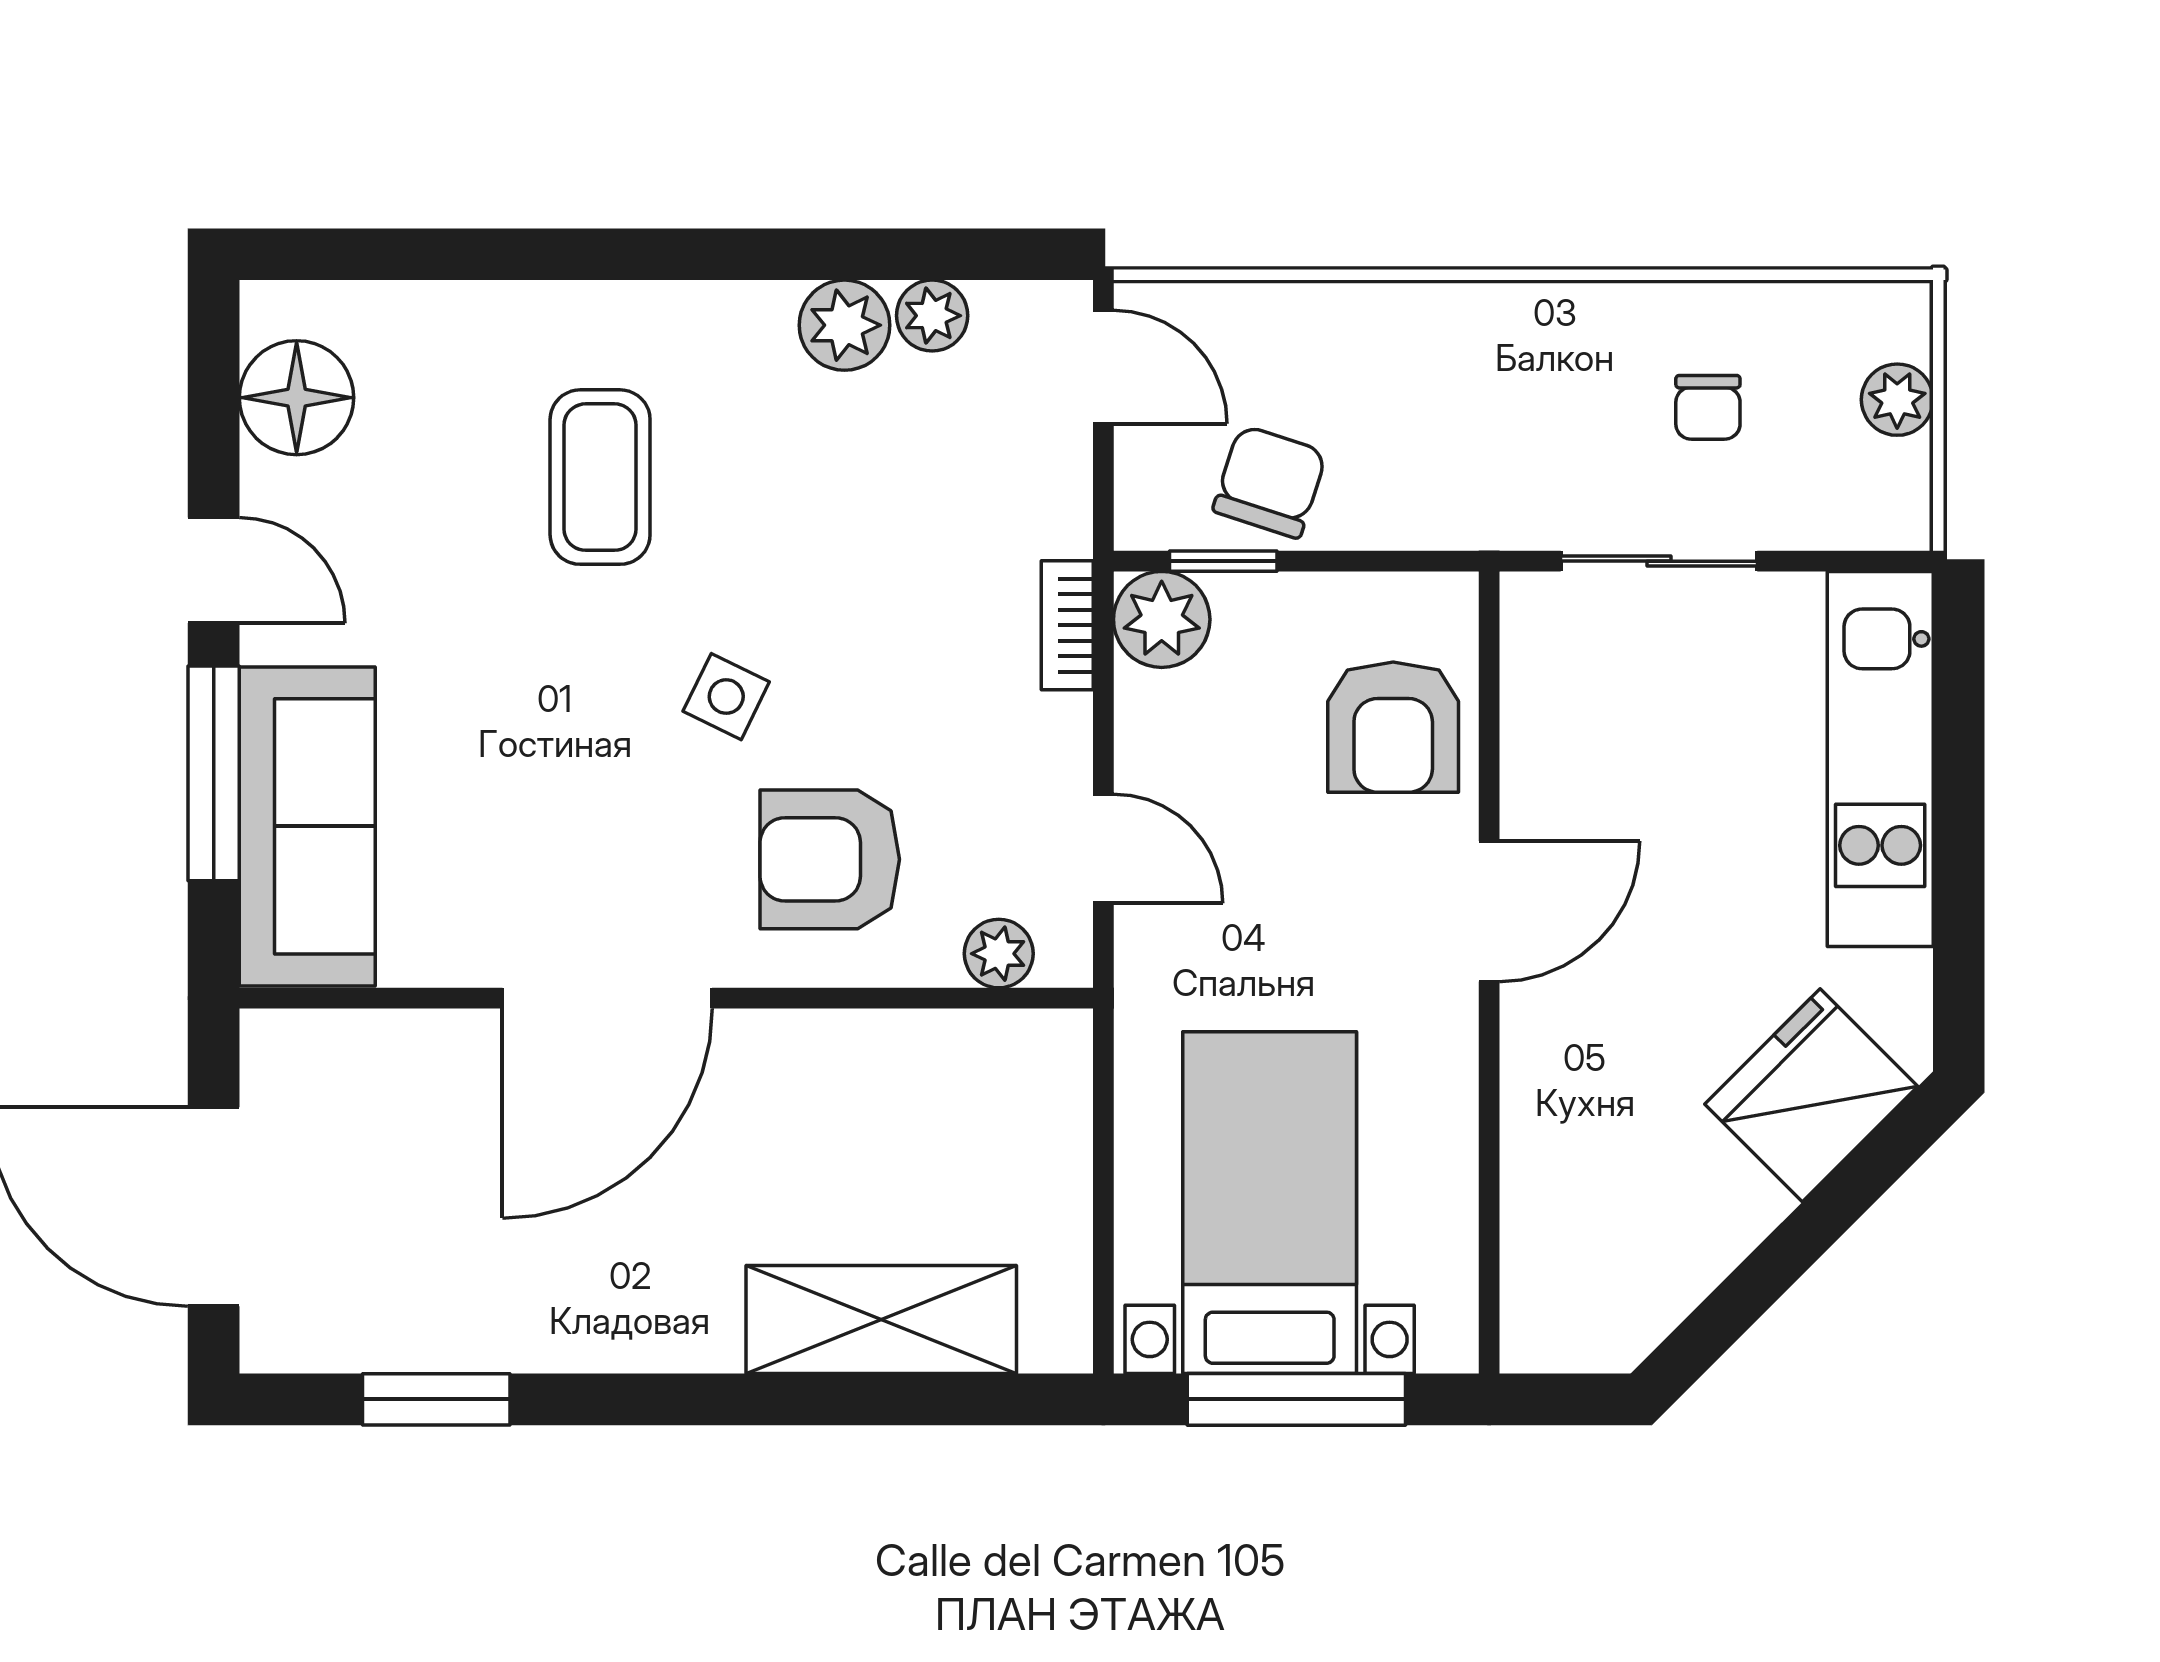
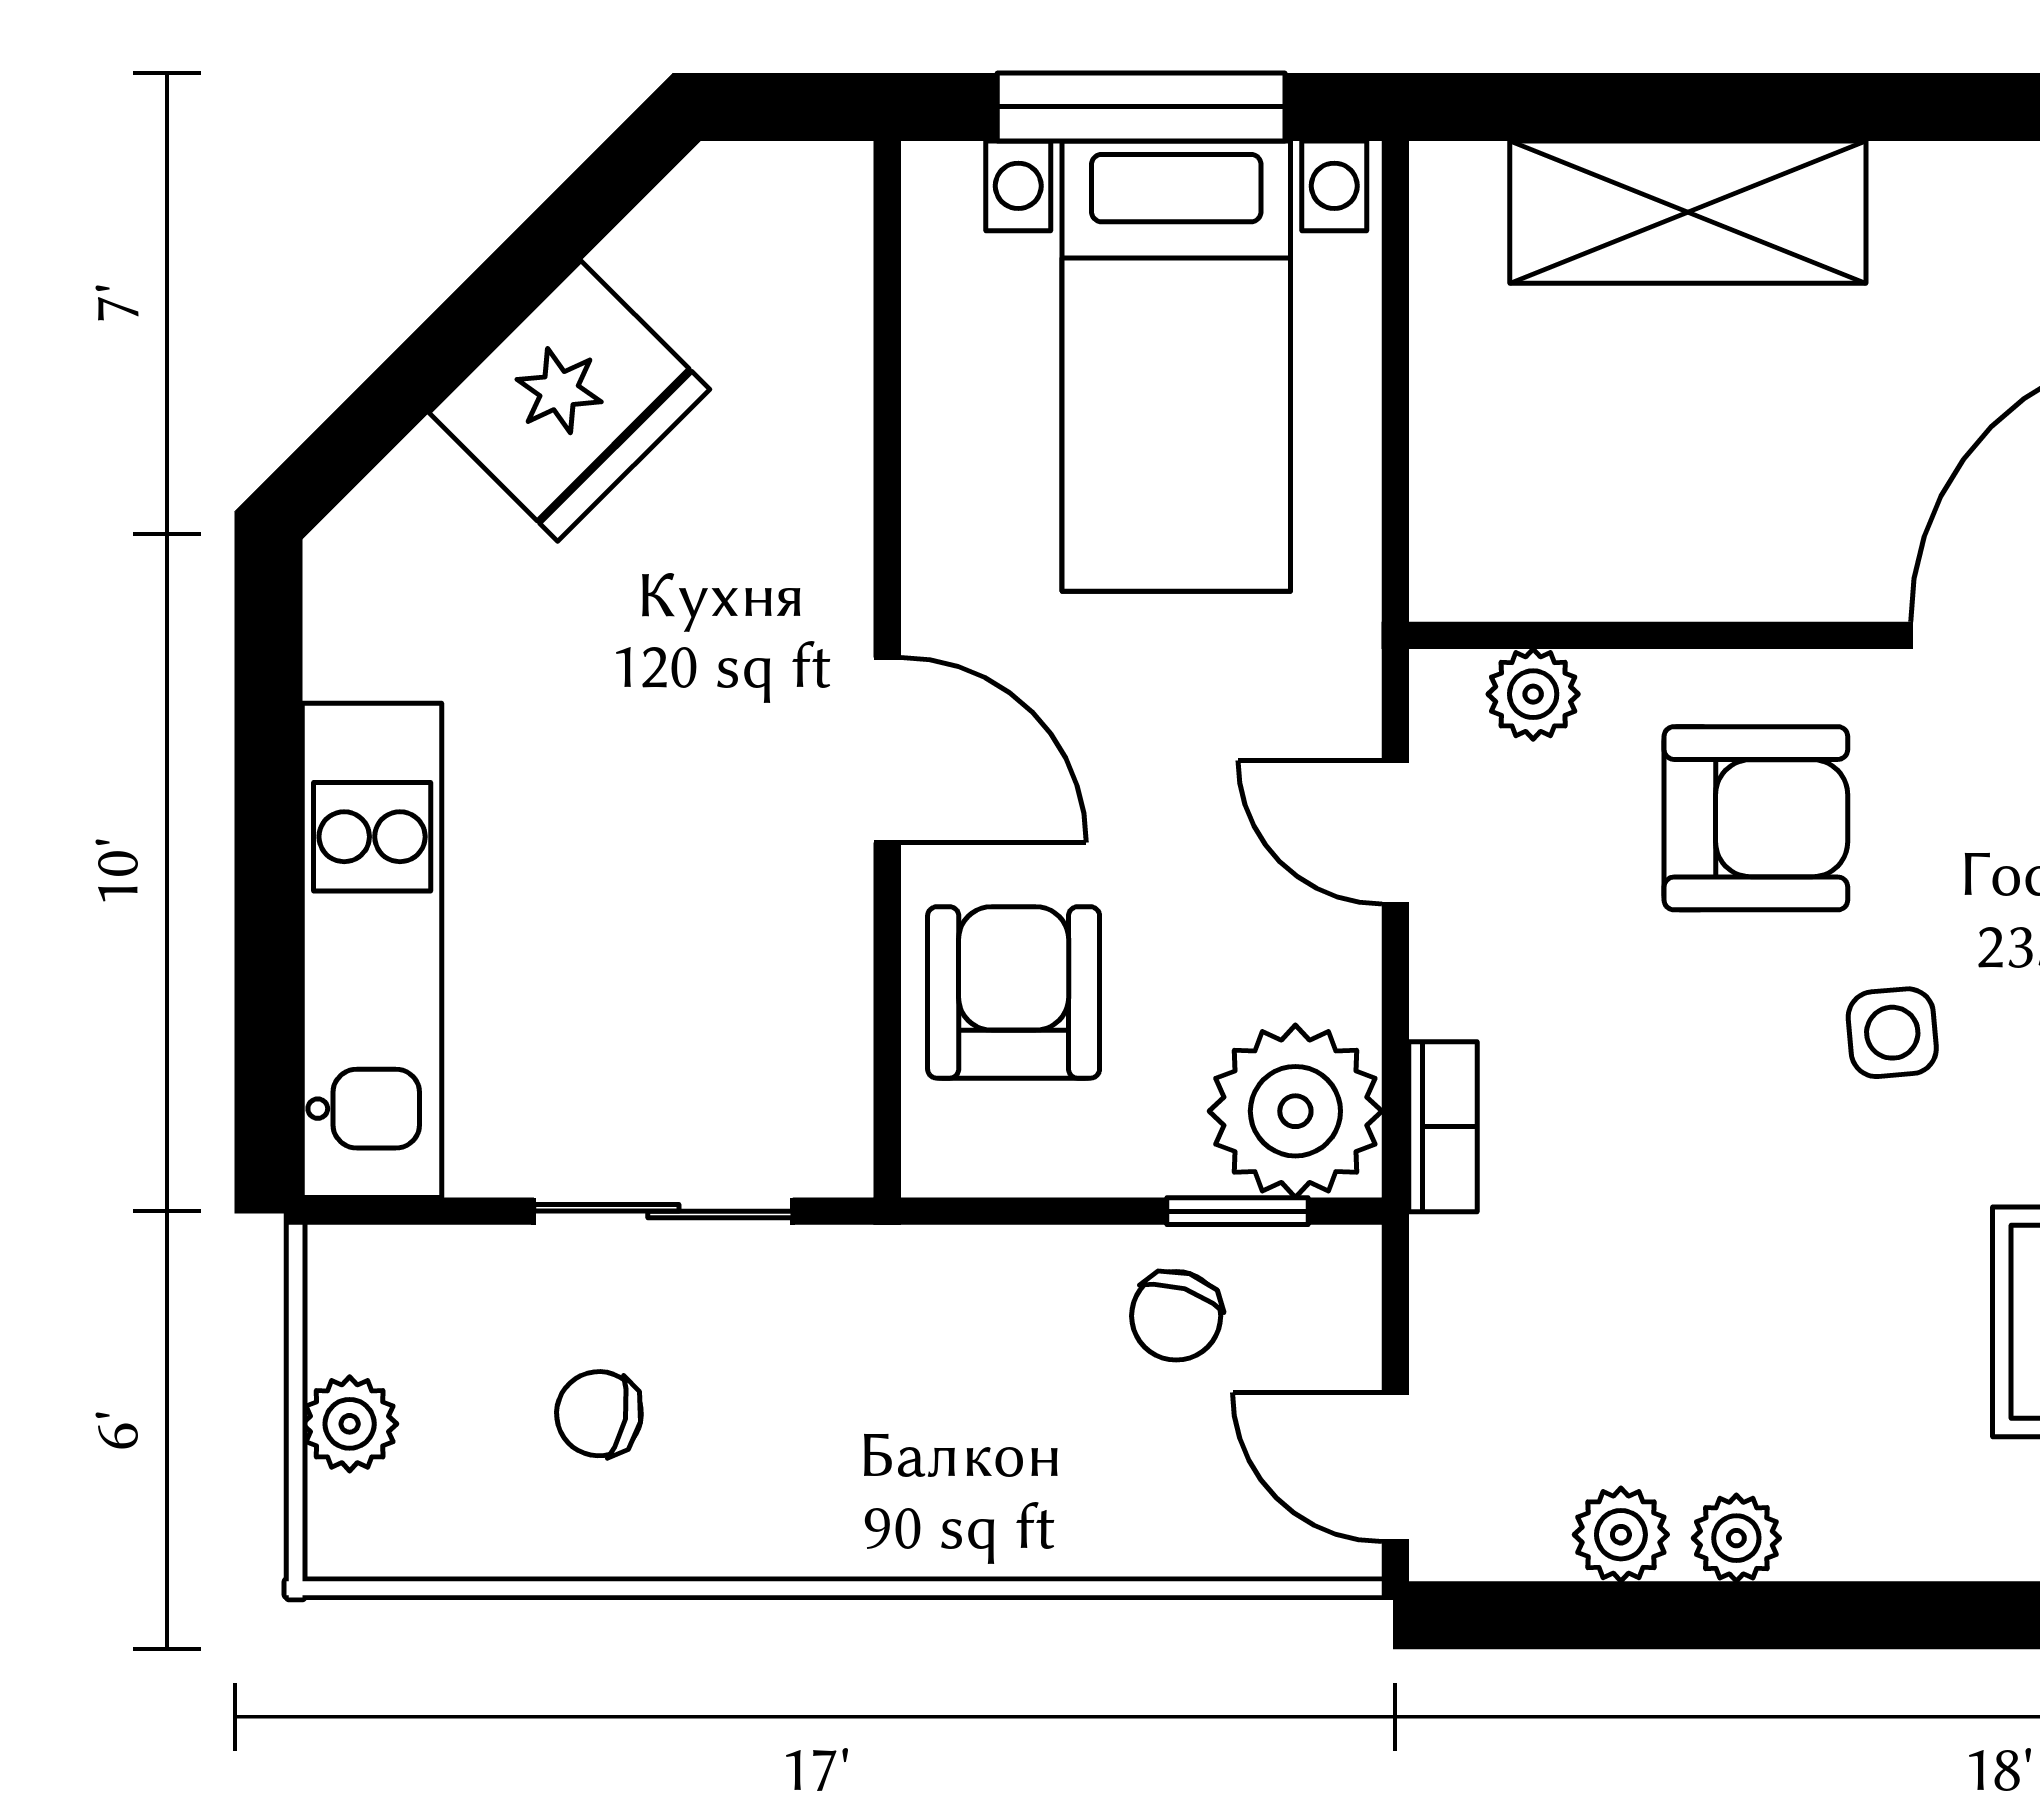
plant: (844, 325) -> (1736, 1538), width x0.73, depth x0.73
chair: (1708, 407) -> (599, 1414), turned -79
chair: (1270, 482) -> (1176, 1316), width x0.73, depth x0.73
plant: (1162, 619) -> (1295, 1111), width x1.36, depth x1.36
side table: (726, 697) -> (1892, 1033), turned -31
door: (1489, 911) -> (887, 750), swing flipped
fridge: (1811, 1095) -> (569, 401), moved

